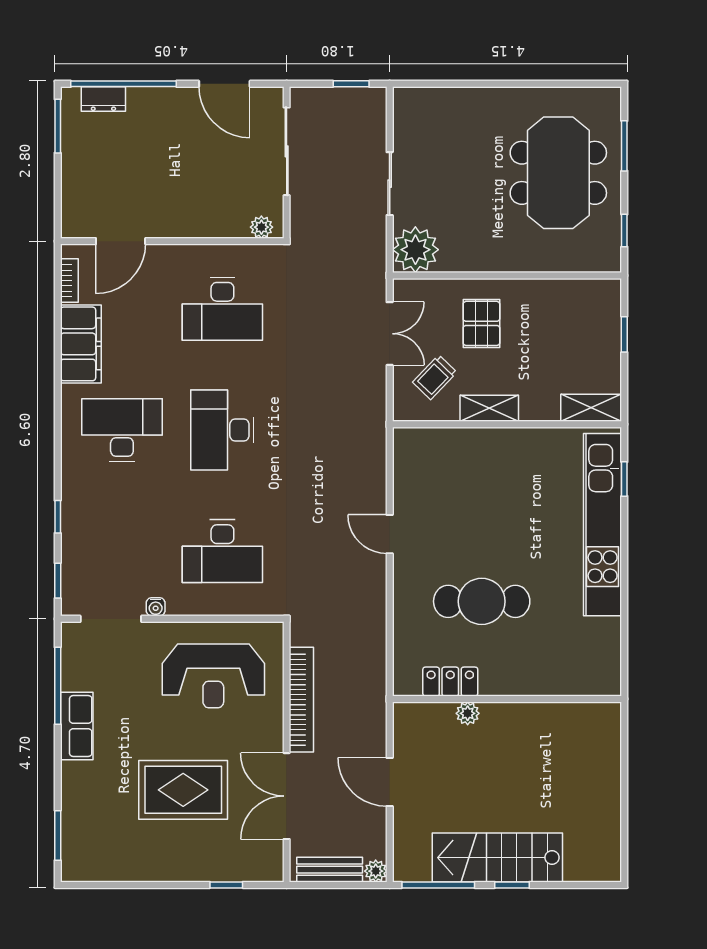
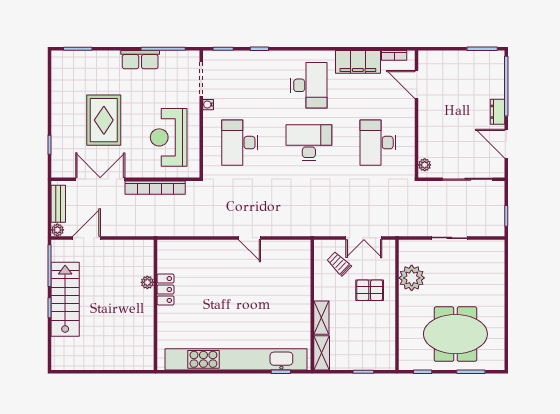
door: (224, 84) -> (506, 144), hinge flipped
dresser: (103, 99) -> (498, 112), moved
plant: (415, 250) -> (412, 278), moved
shelving: (489, 408) -> (321, 318), moved
kitchen unit: (603, 525) -> (236, 359), width x1.36
door: (390, 534) -> (250, 238), swing flipped
cafe table: (482, 601) -> (211, 290), removed
locker: (450, 682) -> (165, 289), moved
door: (390, 782) -> (86, 238), moved

